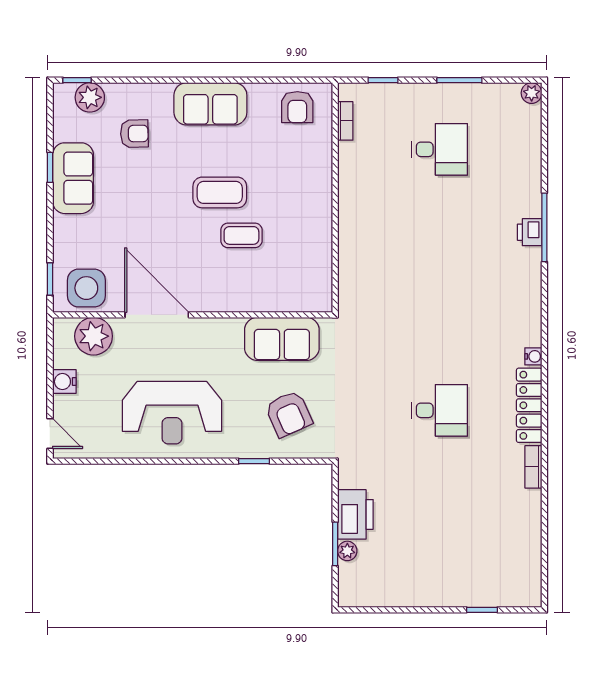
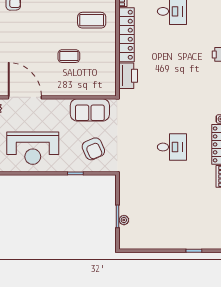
coffee table: (220, 192) -> (92, 20), moved
locker: (352, 194) -> (126, 35), added
printer: (355, 514) -> (128, 76), moved

